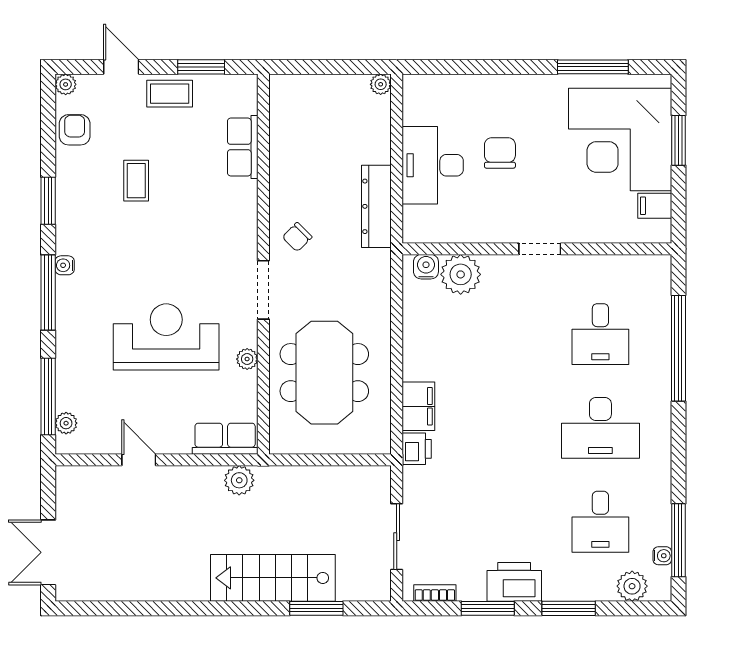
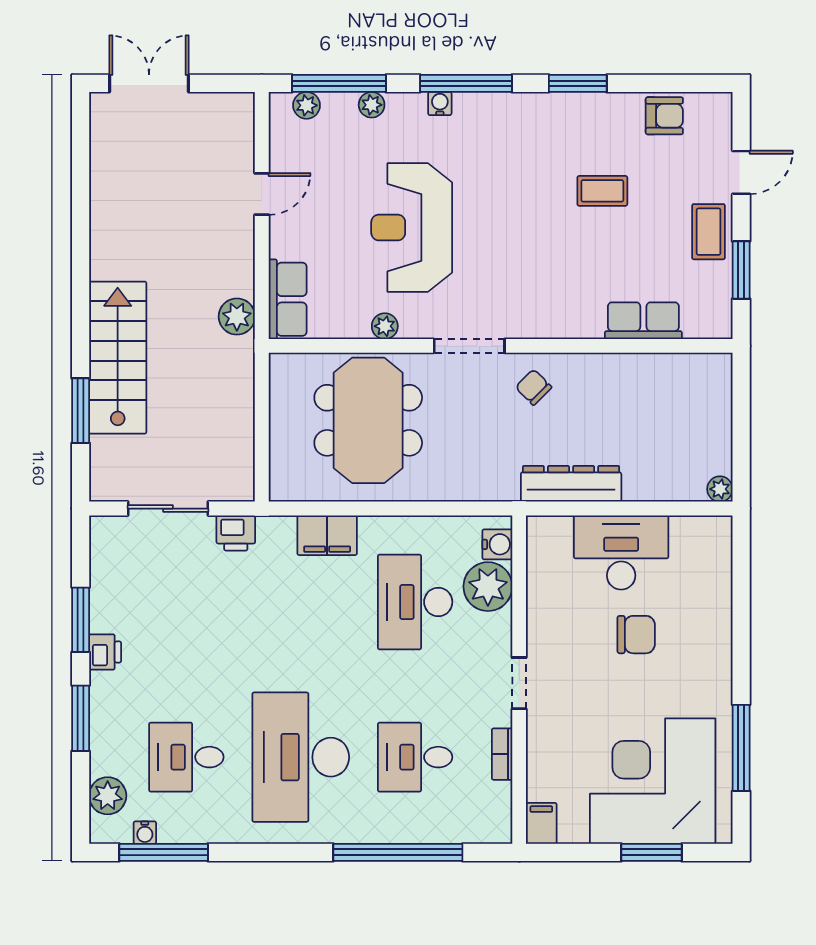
plant: (66, 84) -> (372, 105), moved
filing cabinet: (655, 206) -> (541, 823), moved
water cooler: (65, 265) -> (440, 104), moved
desk: (473, 334) -> (415, 602), added
reception desk: (166, 337) -> (412, 228), turned 180
meeting table: (324, 373) -> (368, 420), turned 90
desk: (600, 428) -> (301, 757), width x1.36, depth x1.30
printer: (417, 449) -> (236, 533), moved
printer: (514, 582) -> (105, 652), width x0.53, depth x0.68
bookcase: (435, 593) -> (502, 754), moved, turned 180

